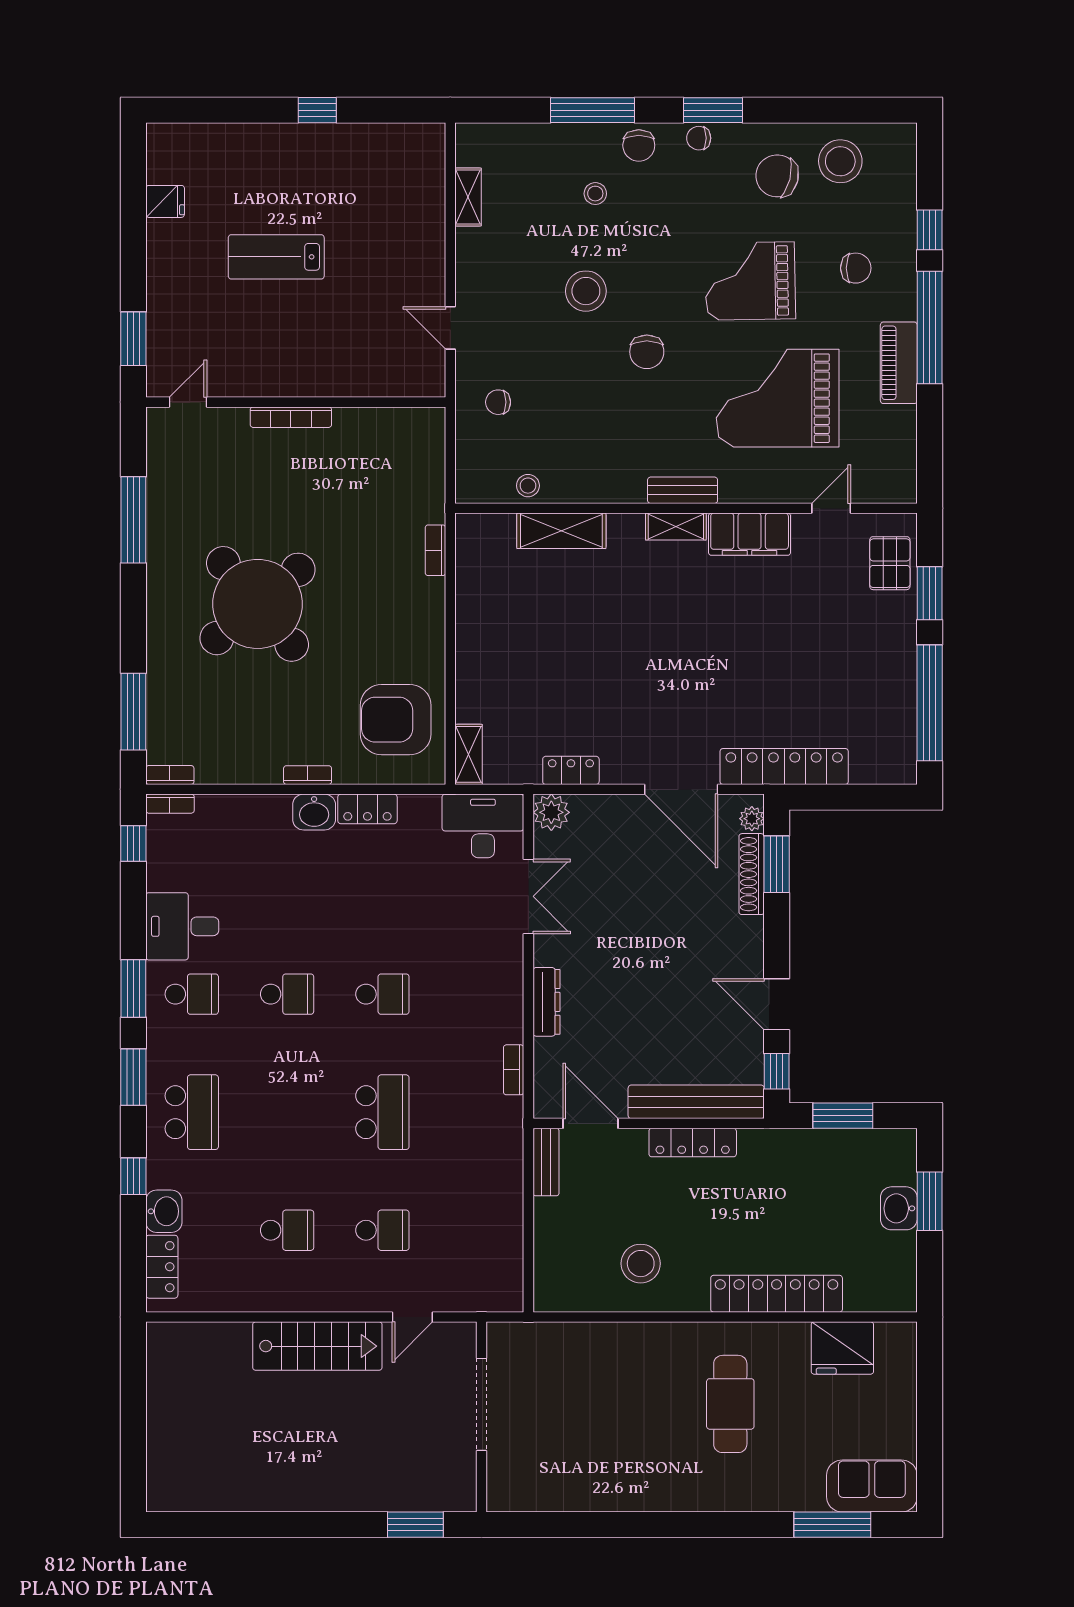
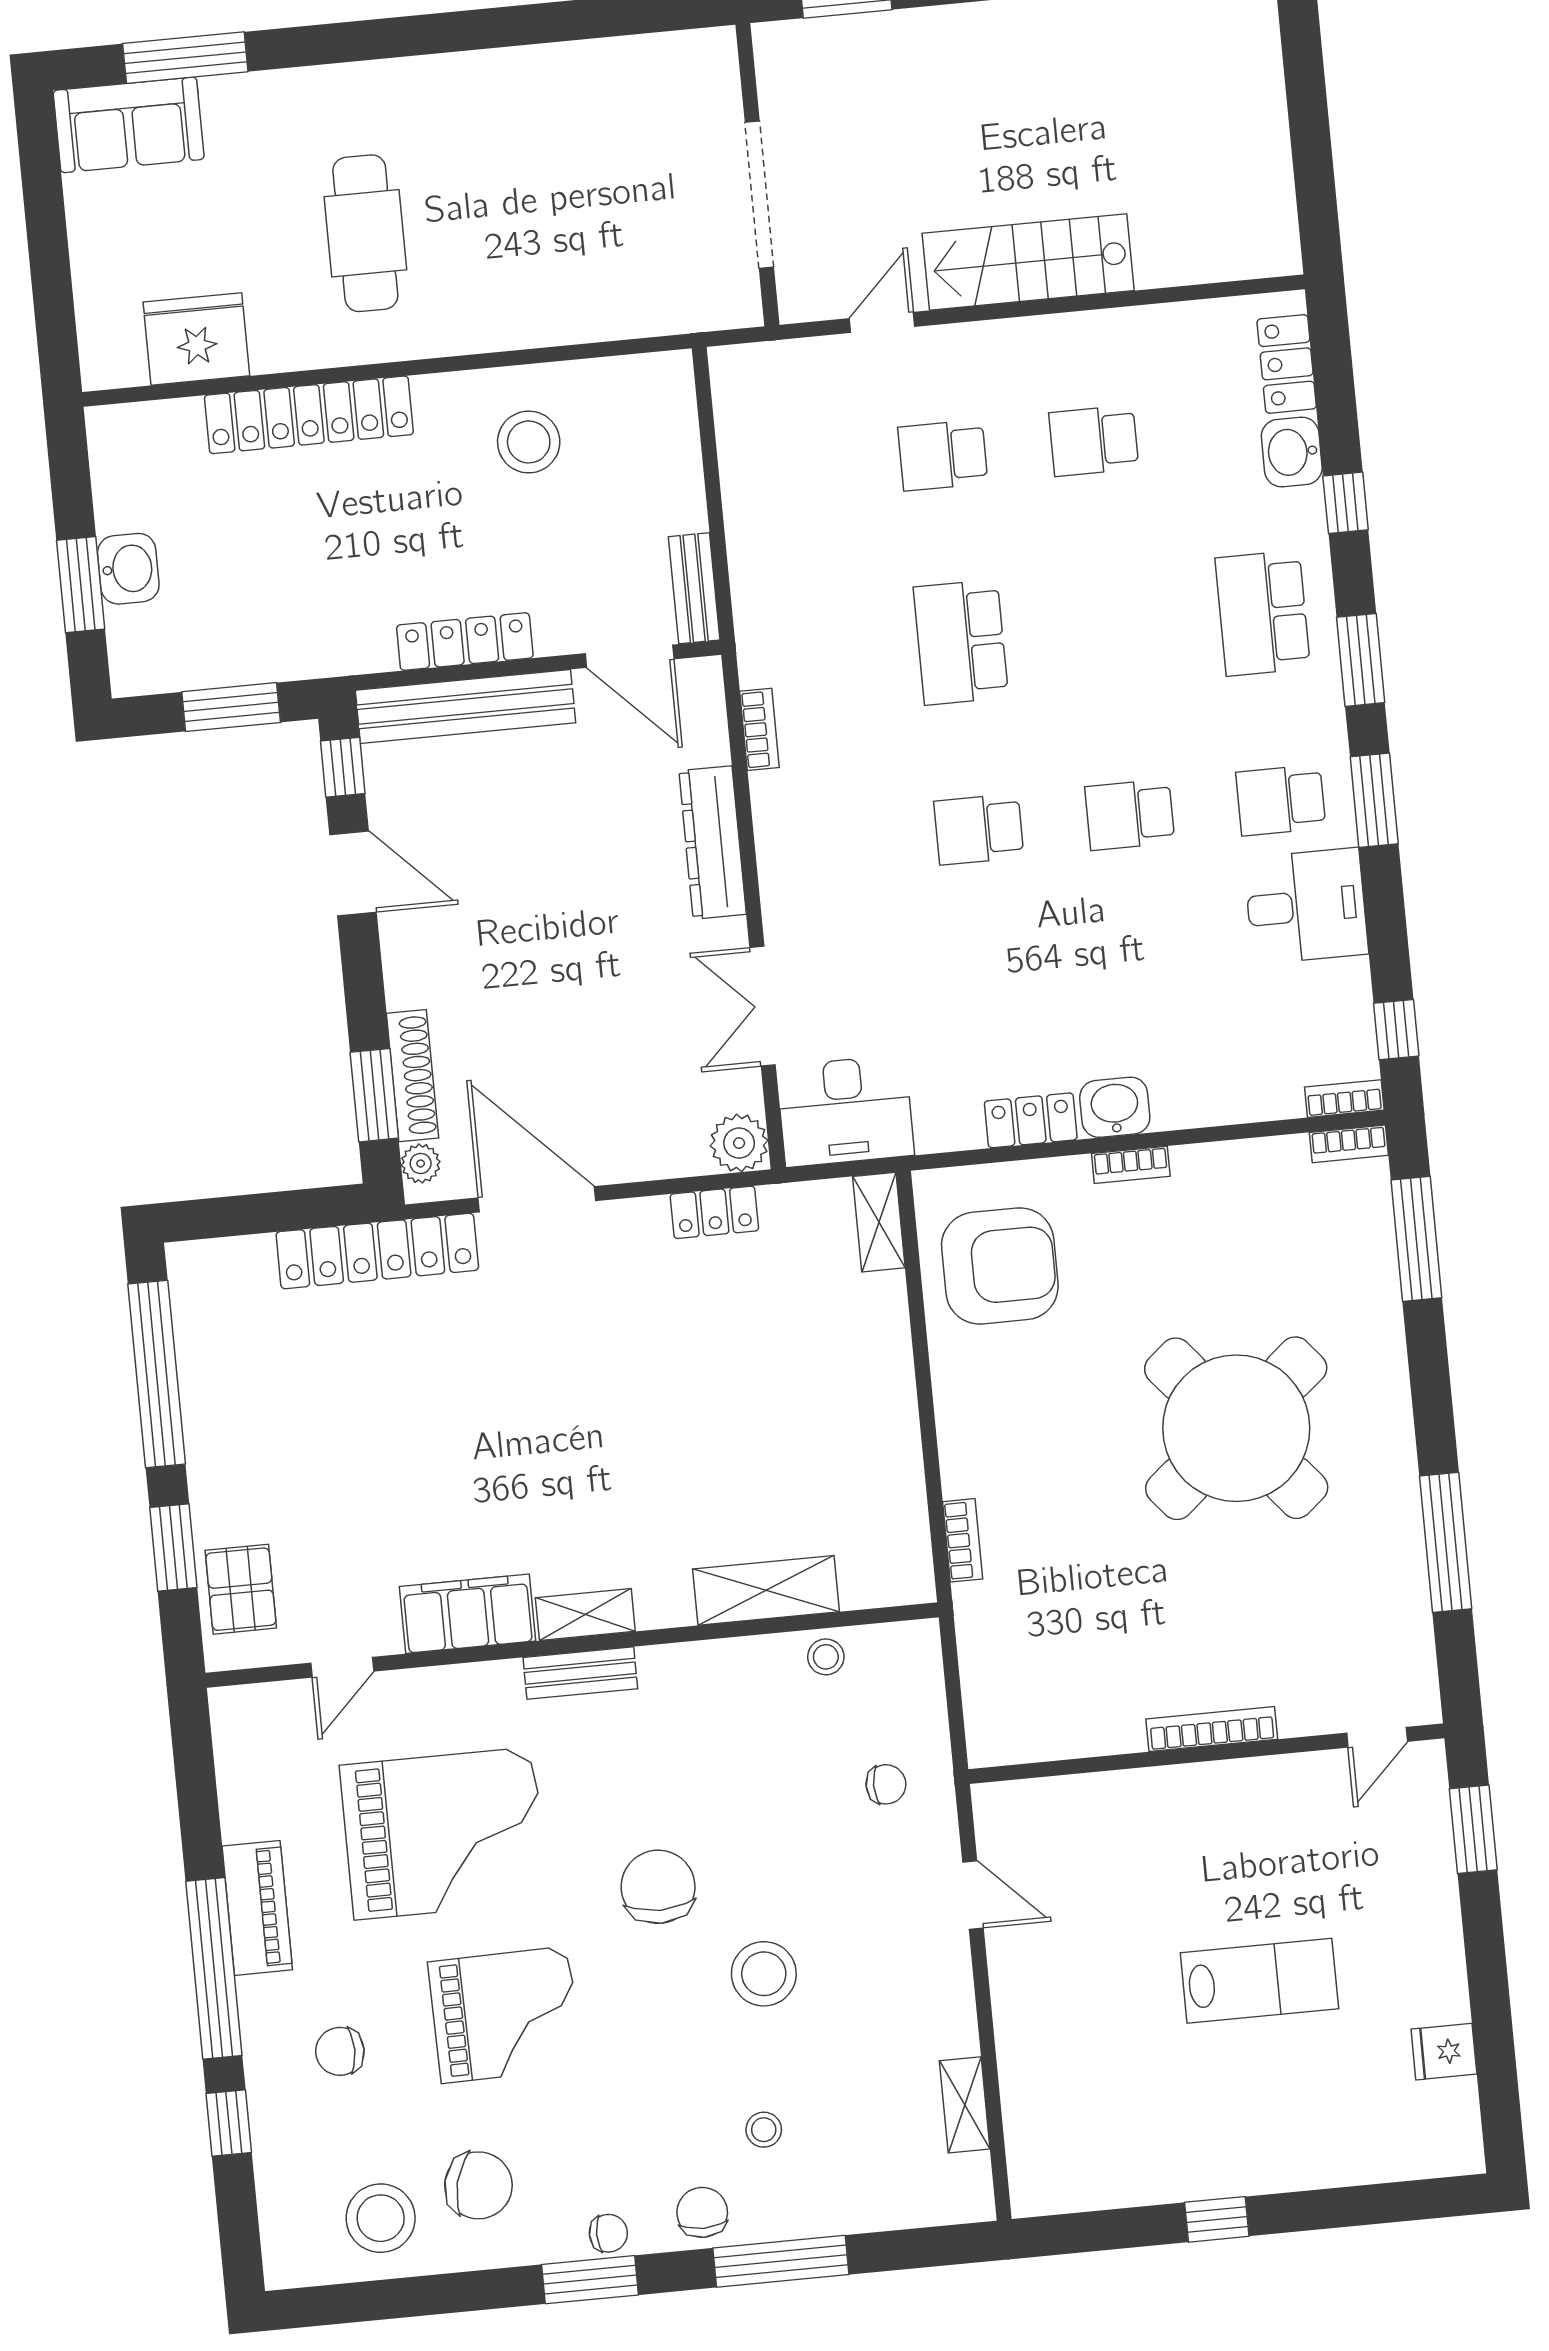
chair: (647, 352) -> (658, 1887), width x1.37, depth x1.37
dresser: (546, 1002) -> (713, 843), width x1.37, depth x1.24

